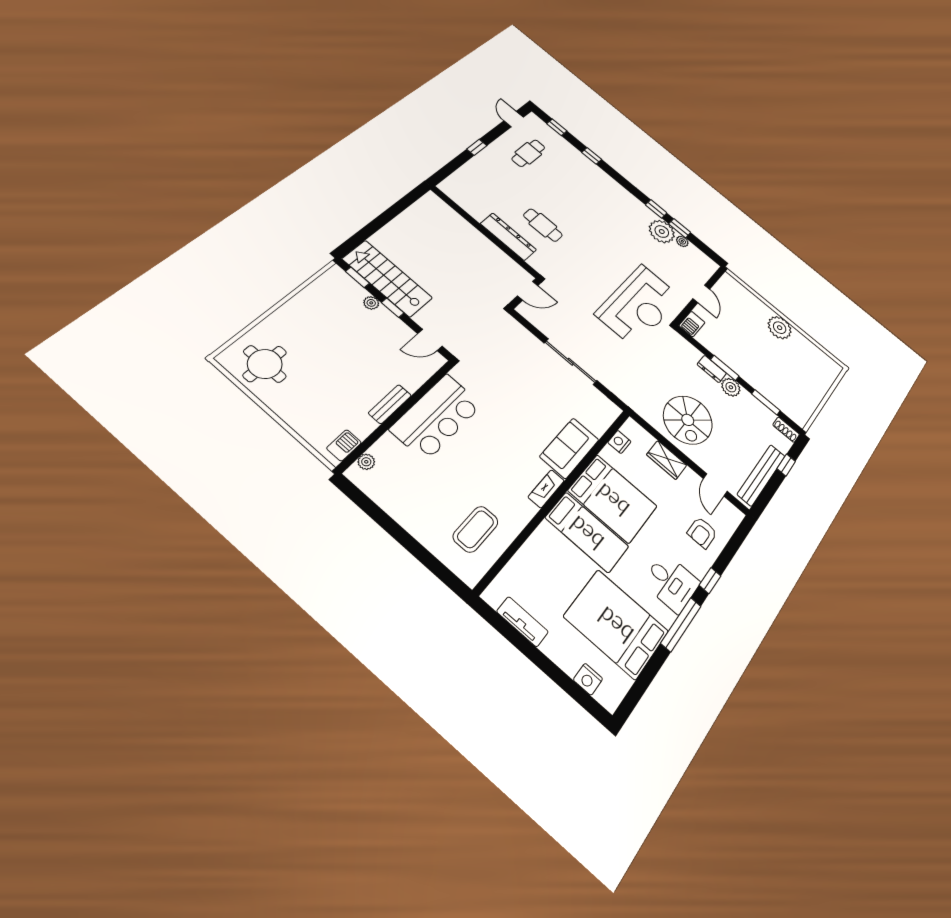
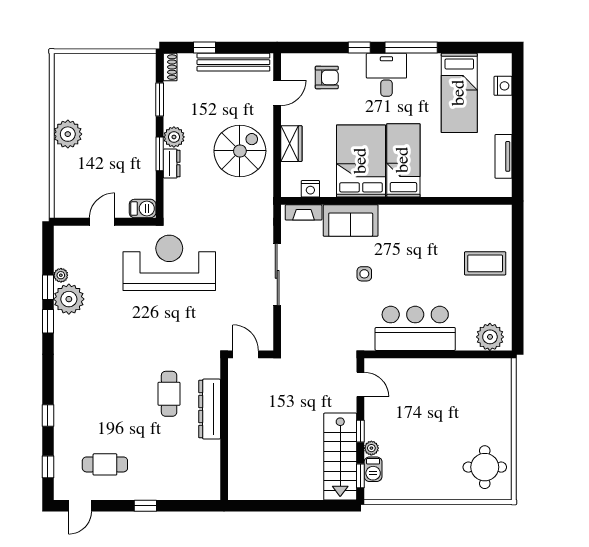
bench: (390, 404) -> (436, 366), removed
side table: (517, 420) -> (364, 274), added
barbecue: (344, 445) -> (373, 469), moved, turned -90
plant: (366, 462) -> (490, 337), width x1.88, depth x1.88
fireplace: (546, 489) -> (304, 212), moved
coffee table: (476, 529) -> (485, 263), moved
bed: (616, 624) -> (459, 93), width x0.67

